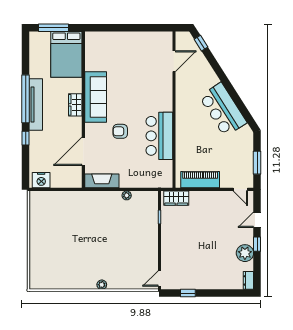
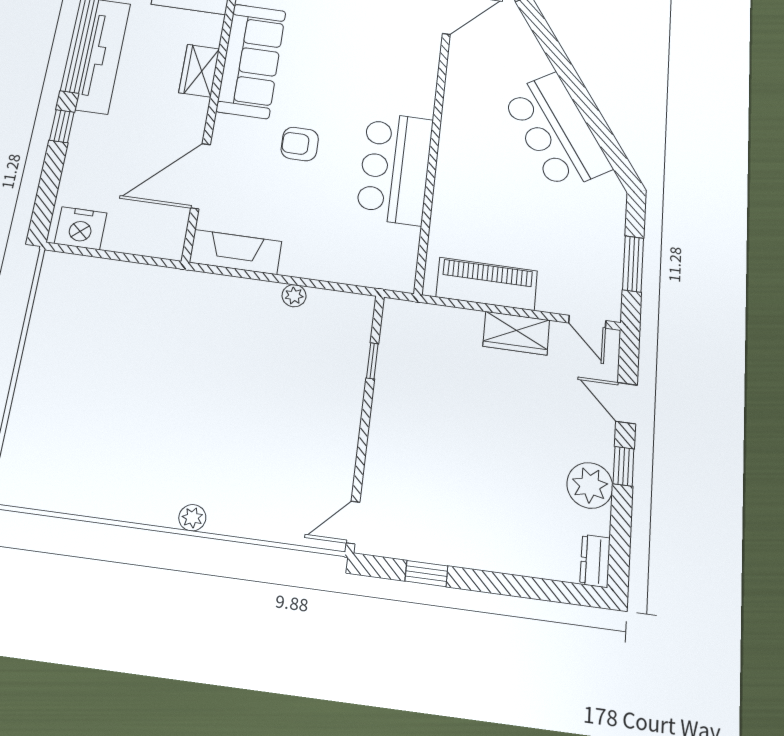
wardrobe: (176, 198) -> (516, 333), moved
door: (257, 220) -> (627, 403), hinge flipped

